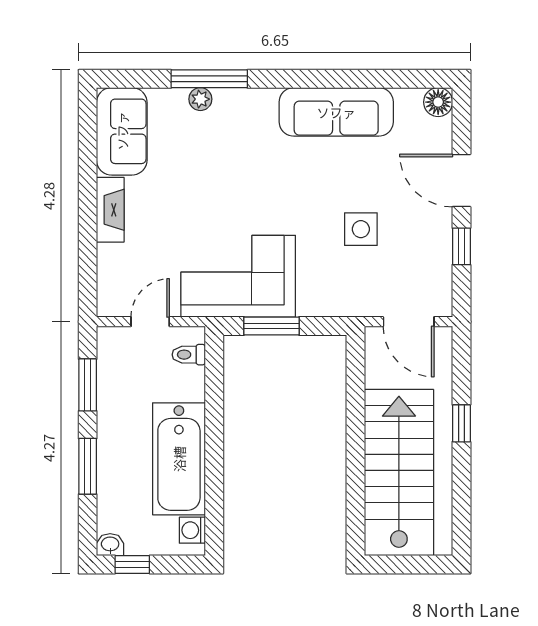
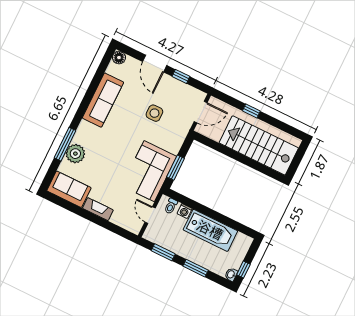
plant: (200, 99) -> (75, 154), width x1.88, depth x1.88
door: (461, 181) -> (155, 64), hinge flipped
washing machine: (192, 530) -> (185, 211), moved

